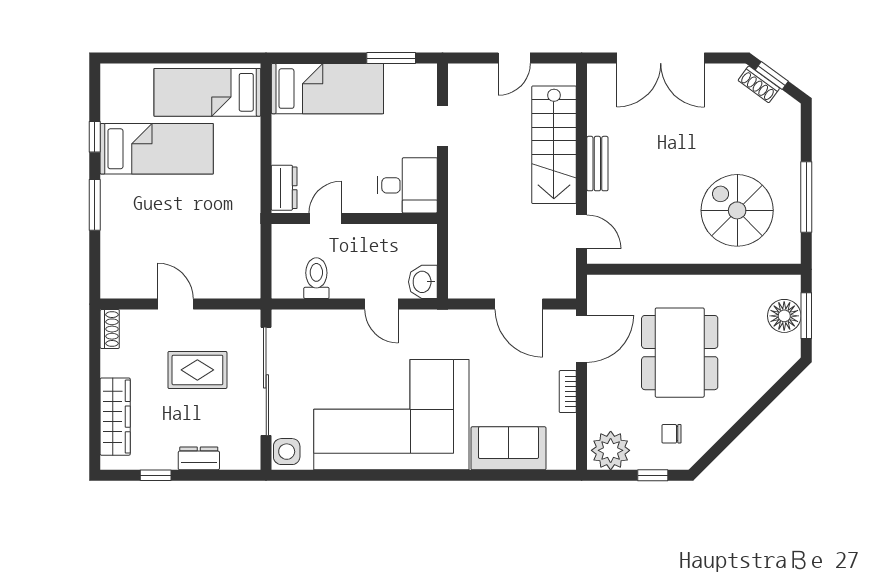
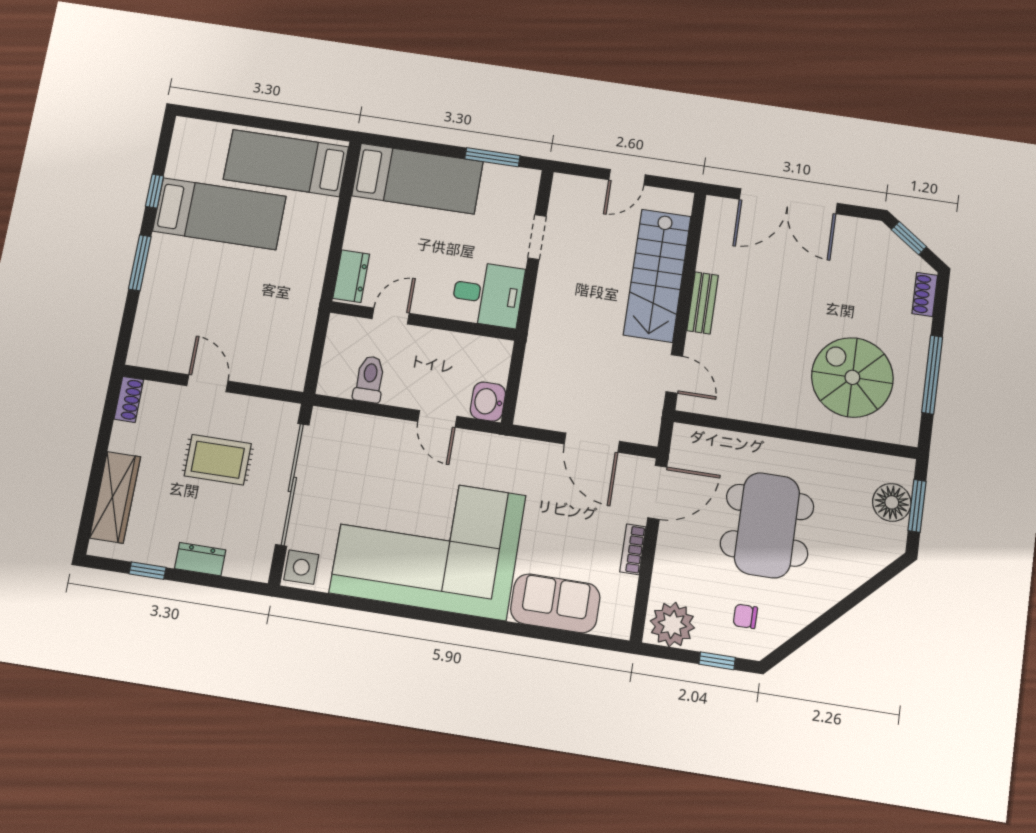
shoe rack: (759, 84) -> (925, 294), moved, turned 54

